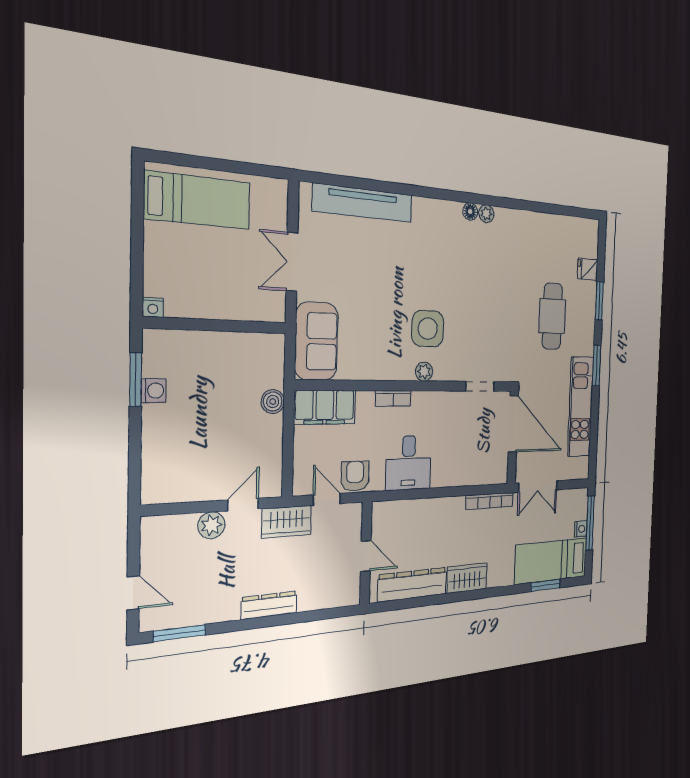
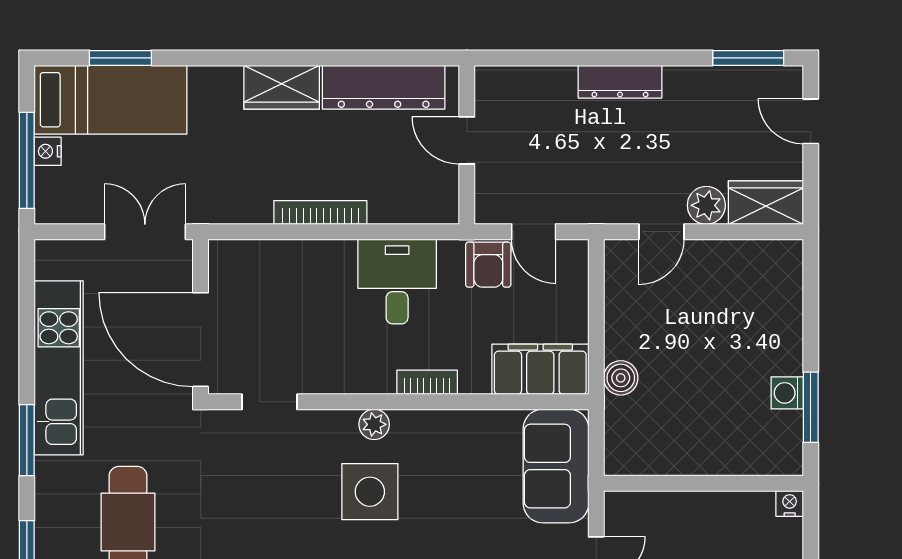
bookcase: (490, 501) -> (320, 212), moved
wardrobe: (287, 522) -> (766, 203), moved

